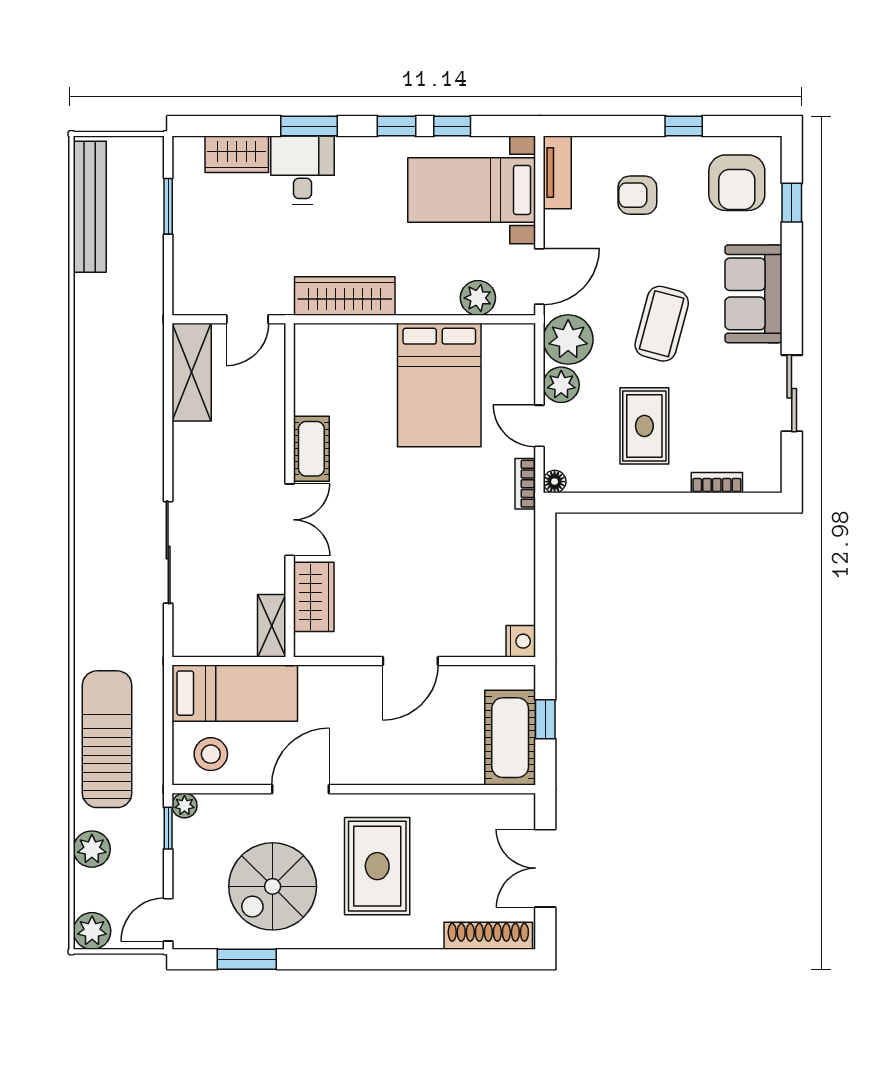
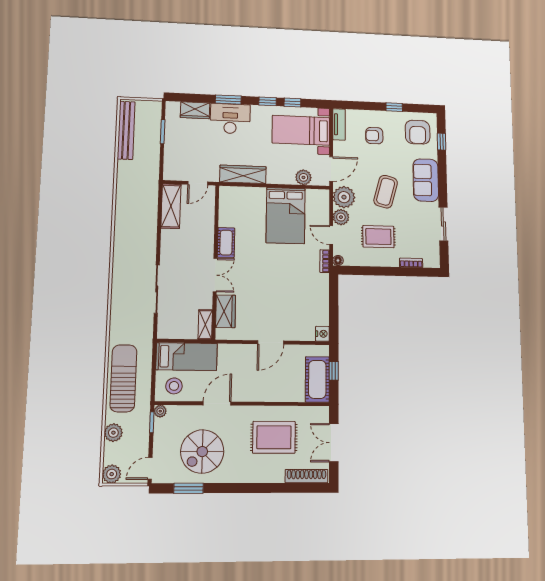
desk: (303, 170) -> (230, 119), width x1.37
rug: (644, 426) -> (378, 237), turned 90
rug: (377, 866) -> (274, 437), moved, turned 90

